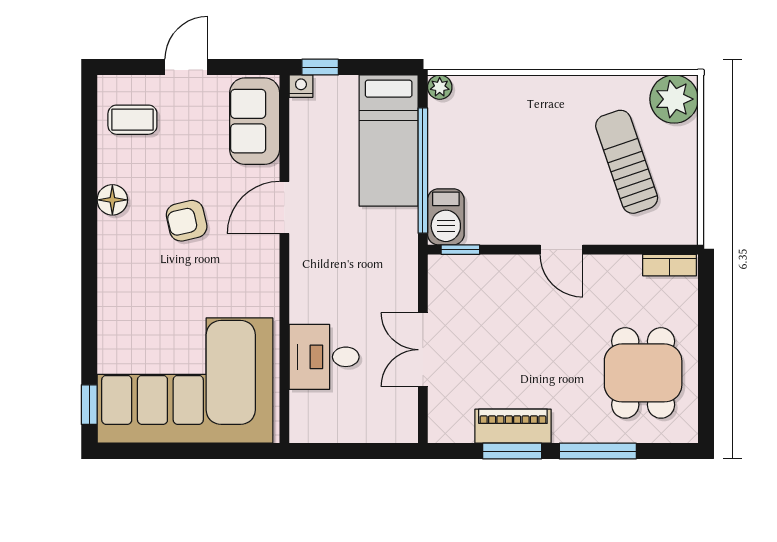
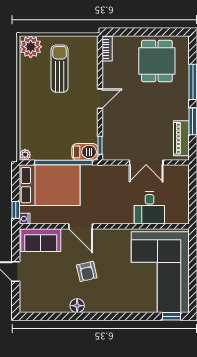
coffee table: (132, 120) -> (40, 296), removed
bed: (389, 141) -> (50, 185), width x1.50
sun lounger: (627, 162) -> (60, 69), turned 109
dining table: (643, 373) -> (157, 61), turned 90
piano: (513, 426) -> (181, 138), moved

